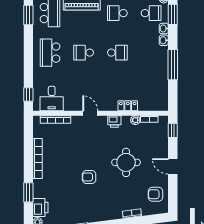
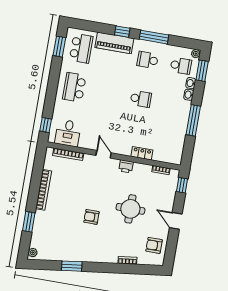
school desk: (84, 53) -> (108, 93), removed
plant: (135, 120) -> (147, 169), removed
printer: (40, 208) -> (38, 239), removed

